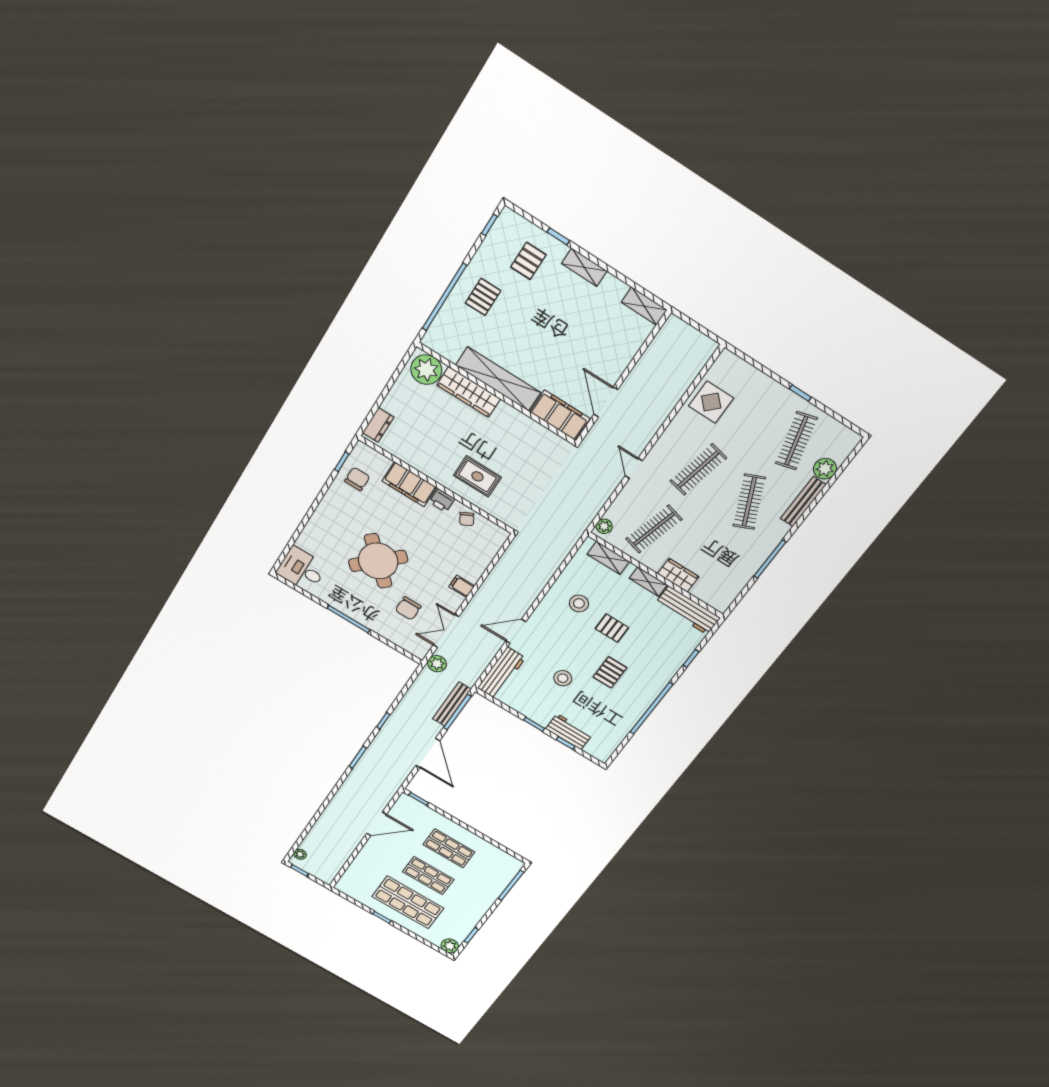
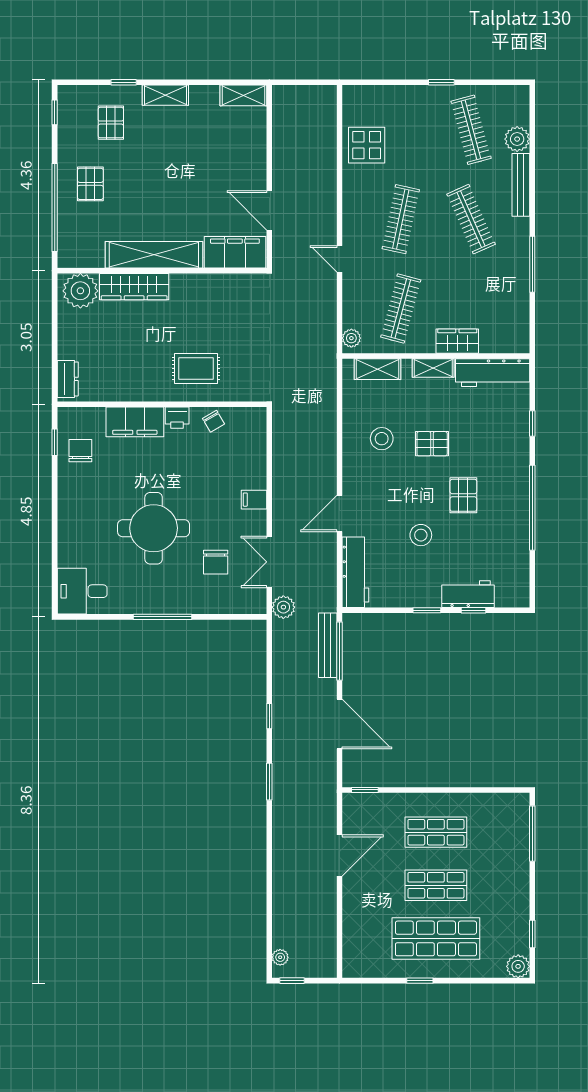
round table: (378, 561) -> (154, 528), turned 45

